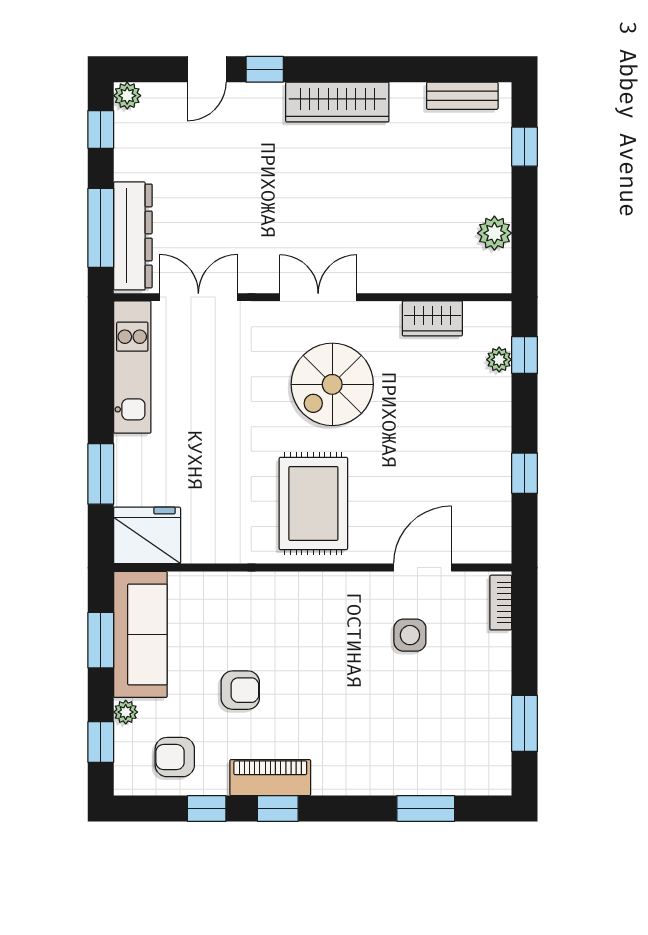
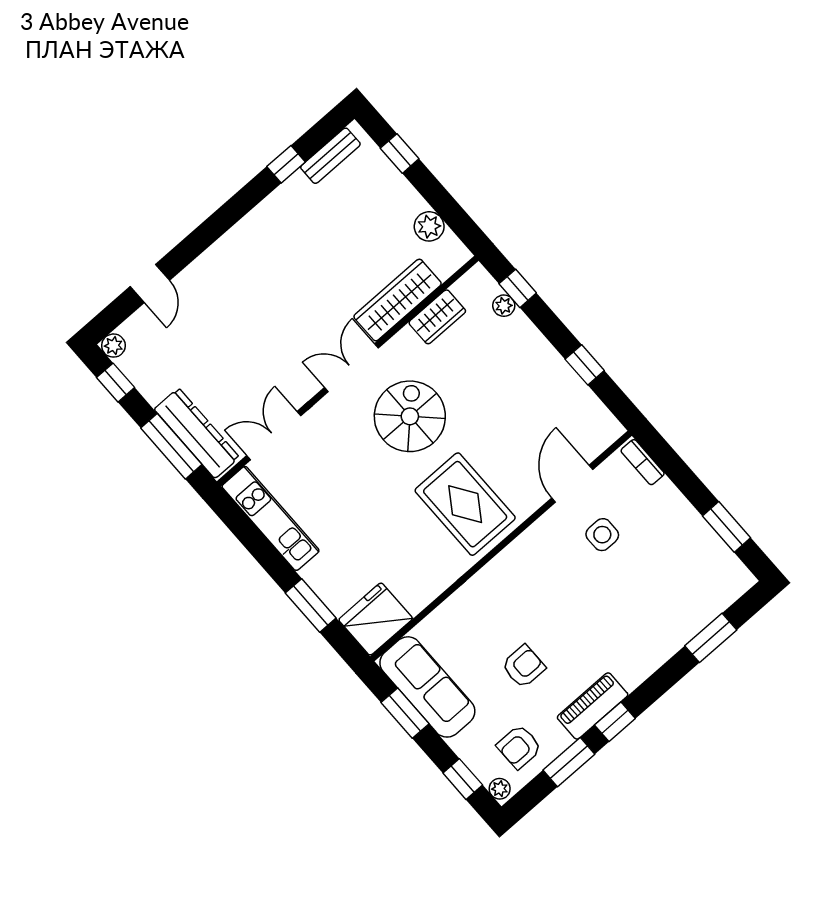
window: (265, 69) -> (286, 164), moved
wardrobe: (337, 102) -> (398, 300), moved, turned 180
spiral stairs: (332, 384) -> (410, 416), turned 180
plant: (126, 712) -> (500, 789), moved
window: (207, 808) -> (569, 762), width x1.50

